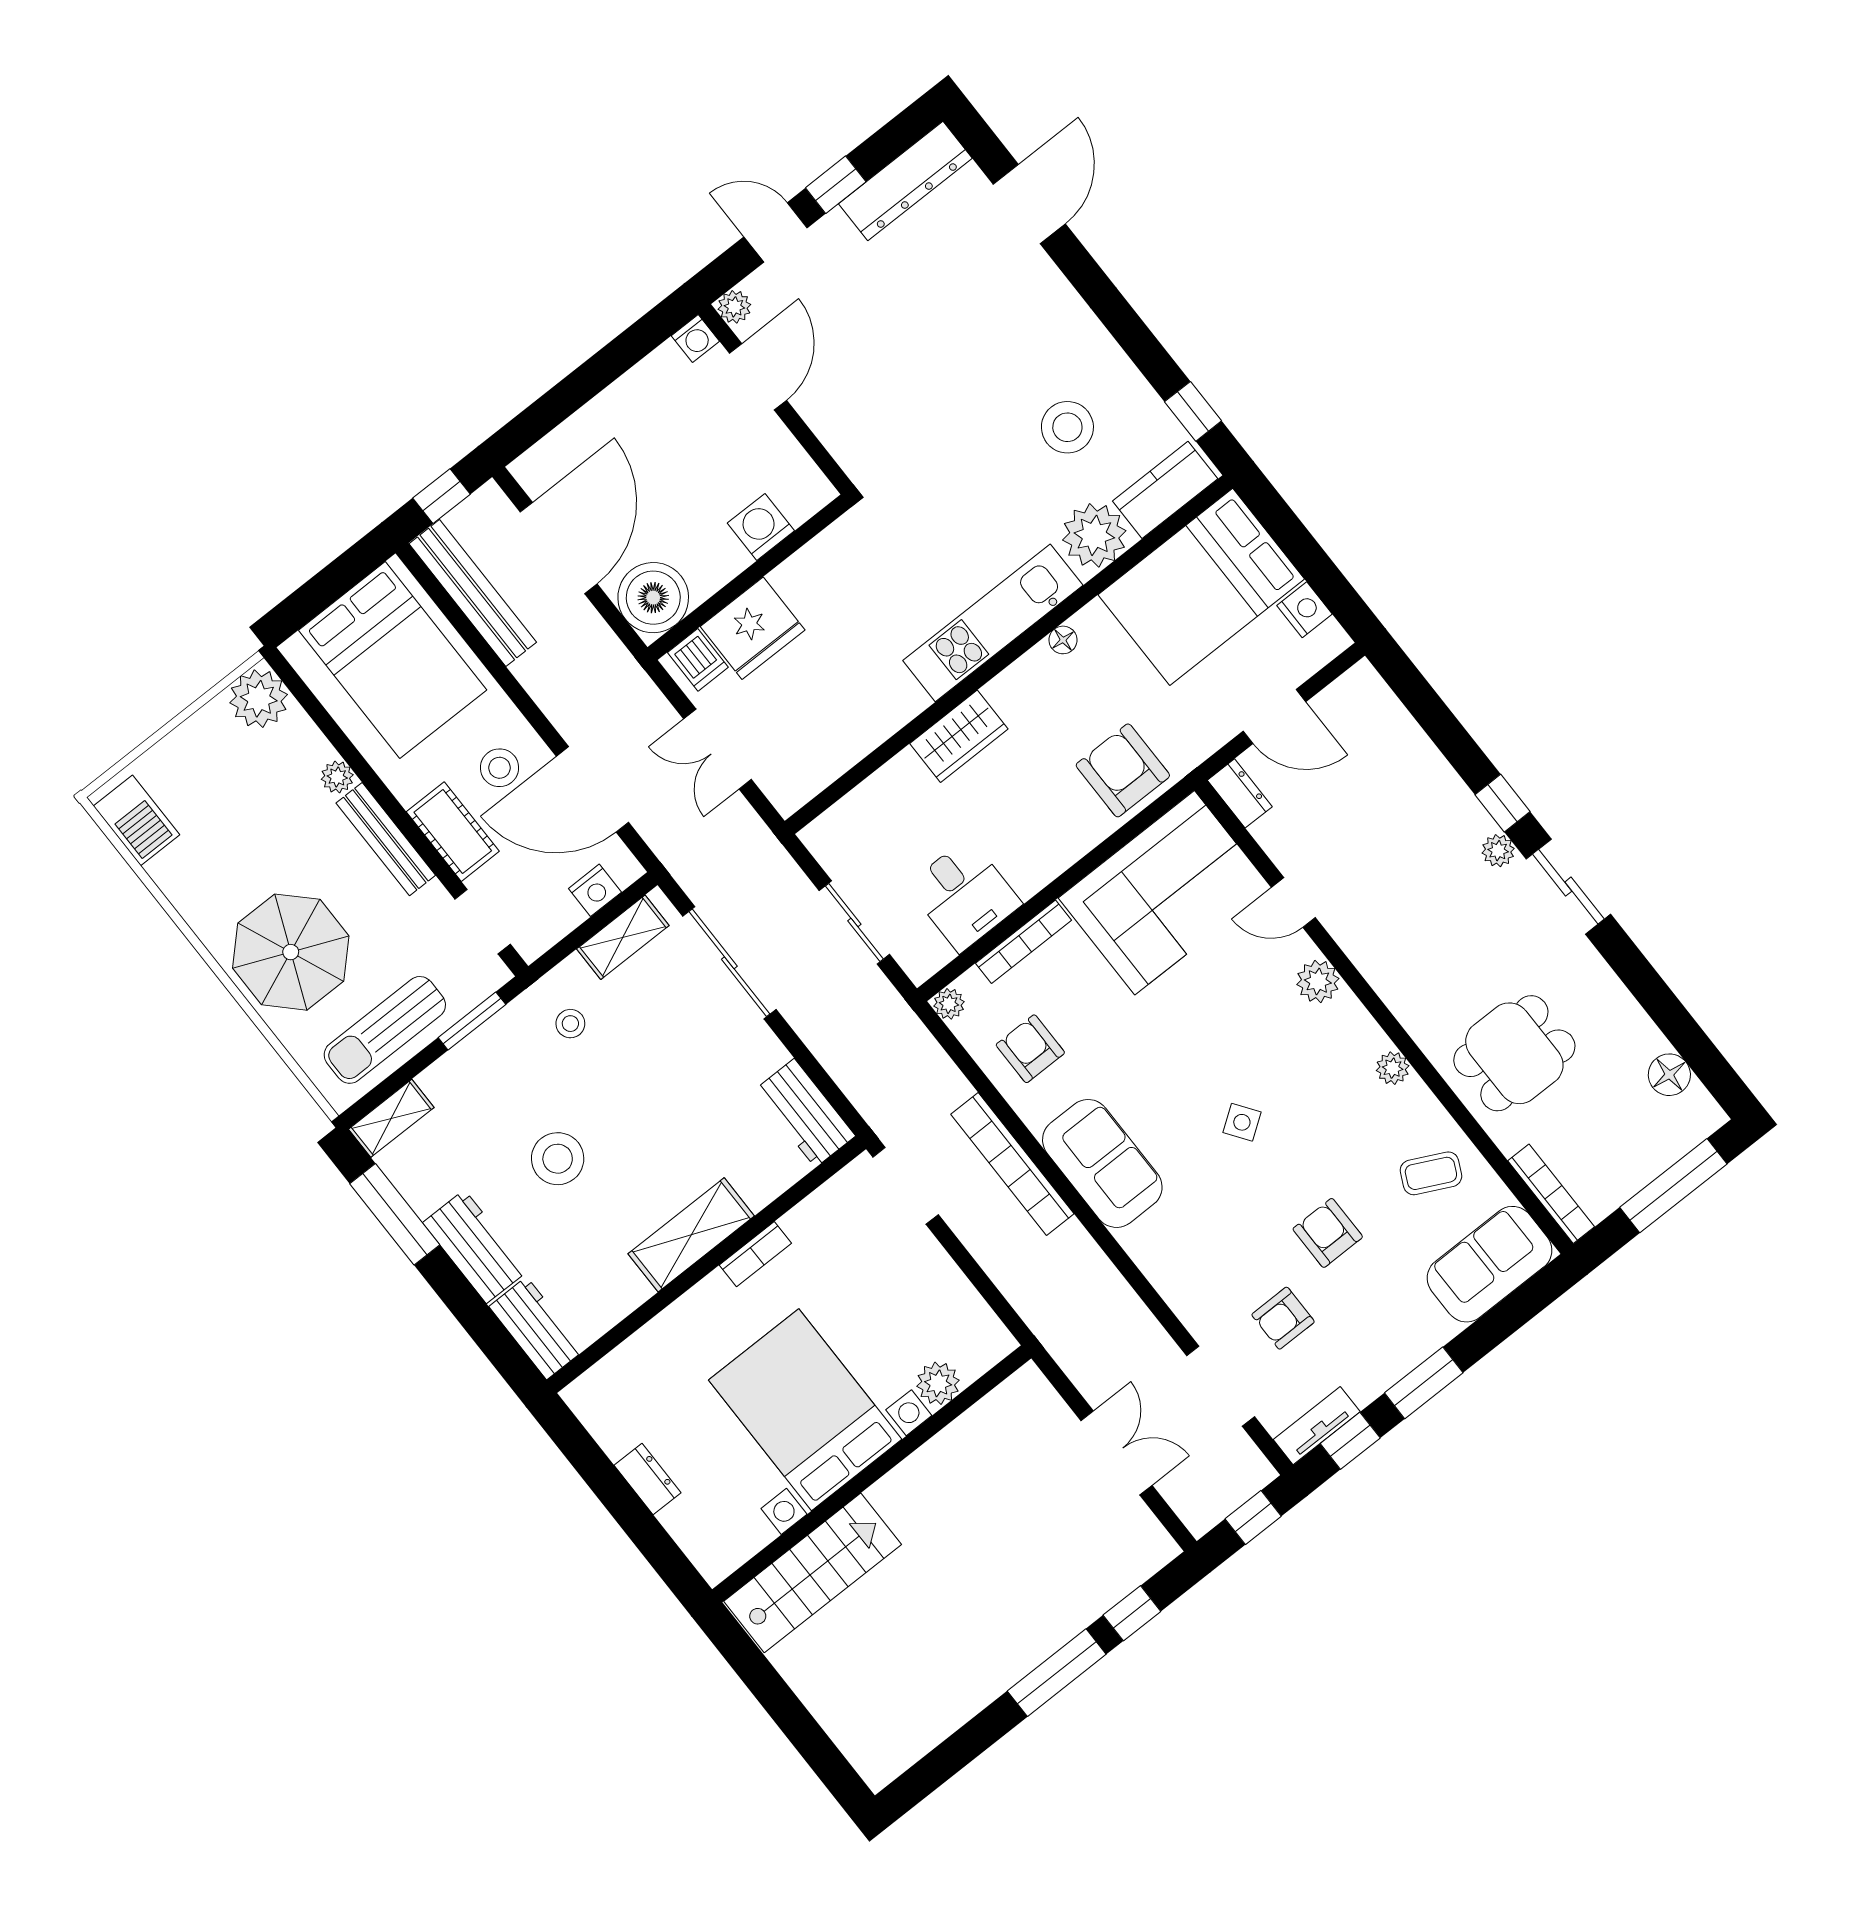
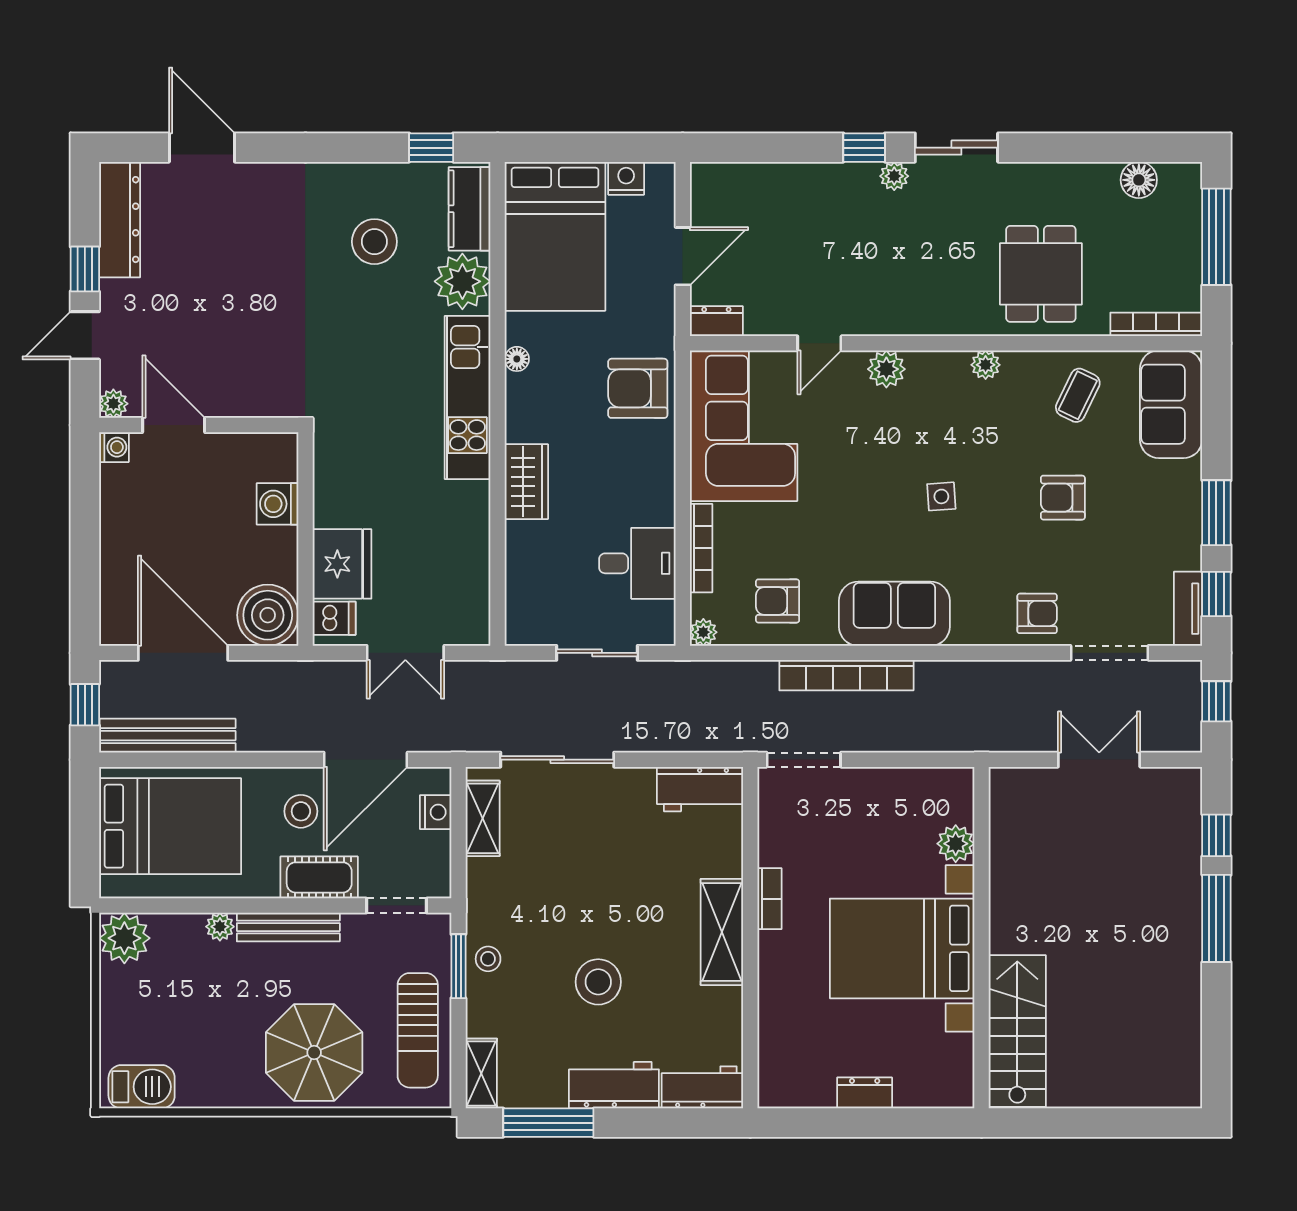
stool: (570, 1024) -> (488, 959), moved
side table: (1242, 1122) -> (941, 496), turned 31
armchair: (1283, 1318) -> (1037, 613), moved, turned -90

